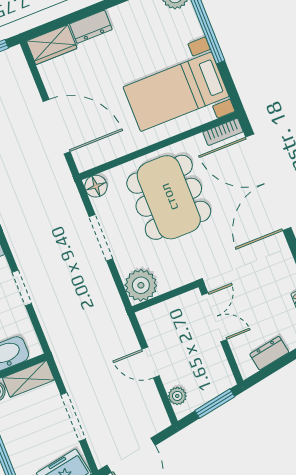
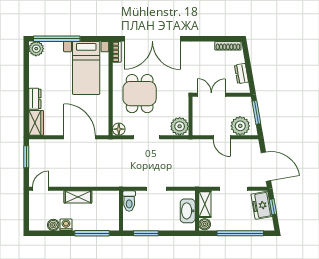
door: (57, 127) -> (80, 137), hinge flipped
dining table: (169, 197) -> (140, 94), width x0.73
door: (151, 363) -> (222, 137), hinge flipped
plant: (177, 396) -> (240, 126), width x1.87, depth x1.87

